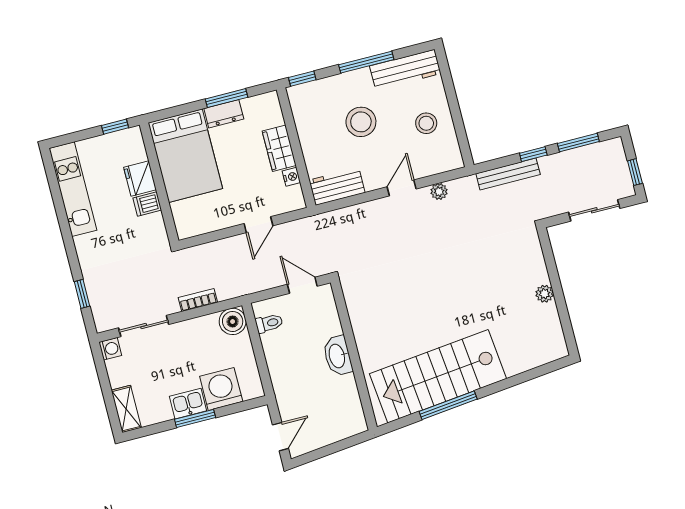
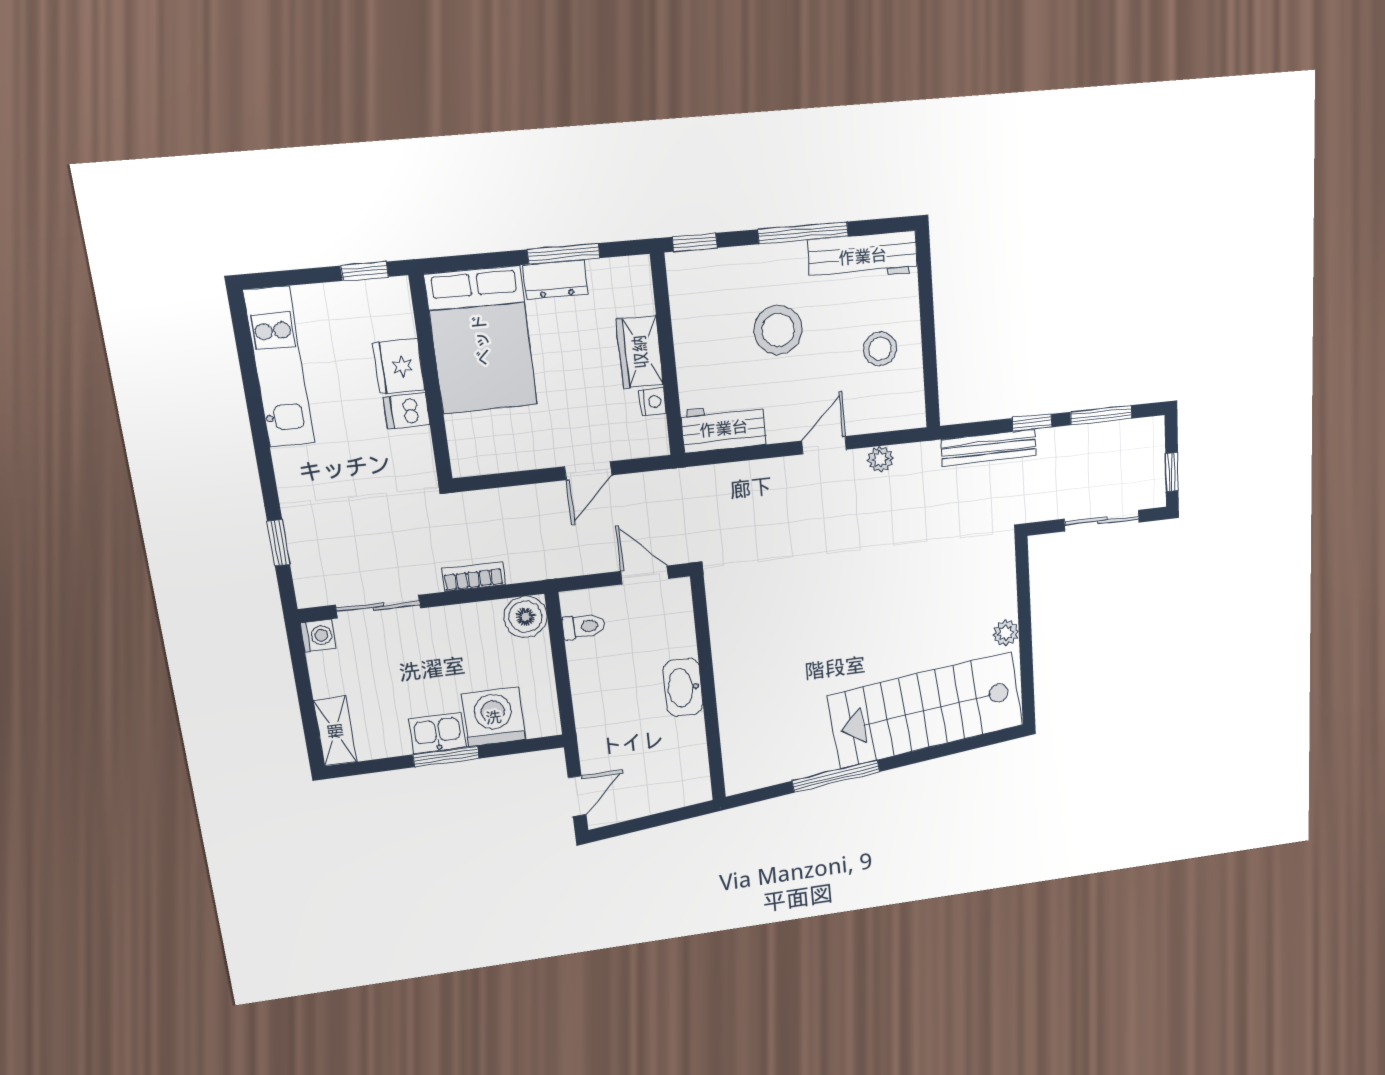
stairs: (438, 376) -> (926, 710), moved

